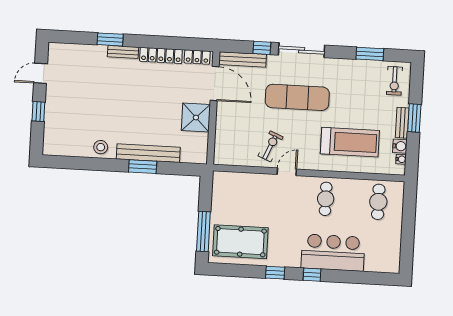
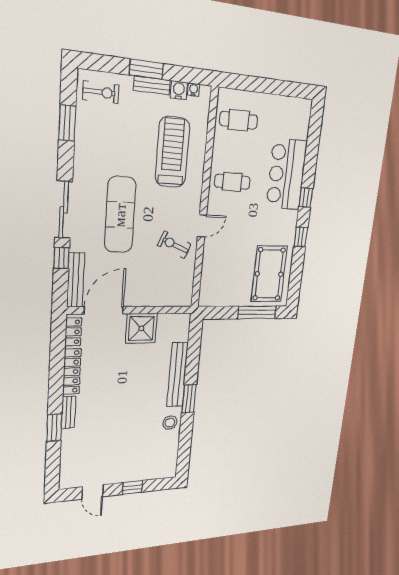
window: (143, 167) -> (189, 399), moved
door: (287, 172) -> (202, 226), swing flipped

